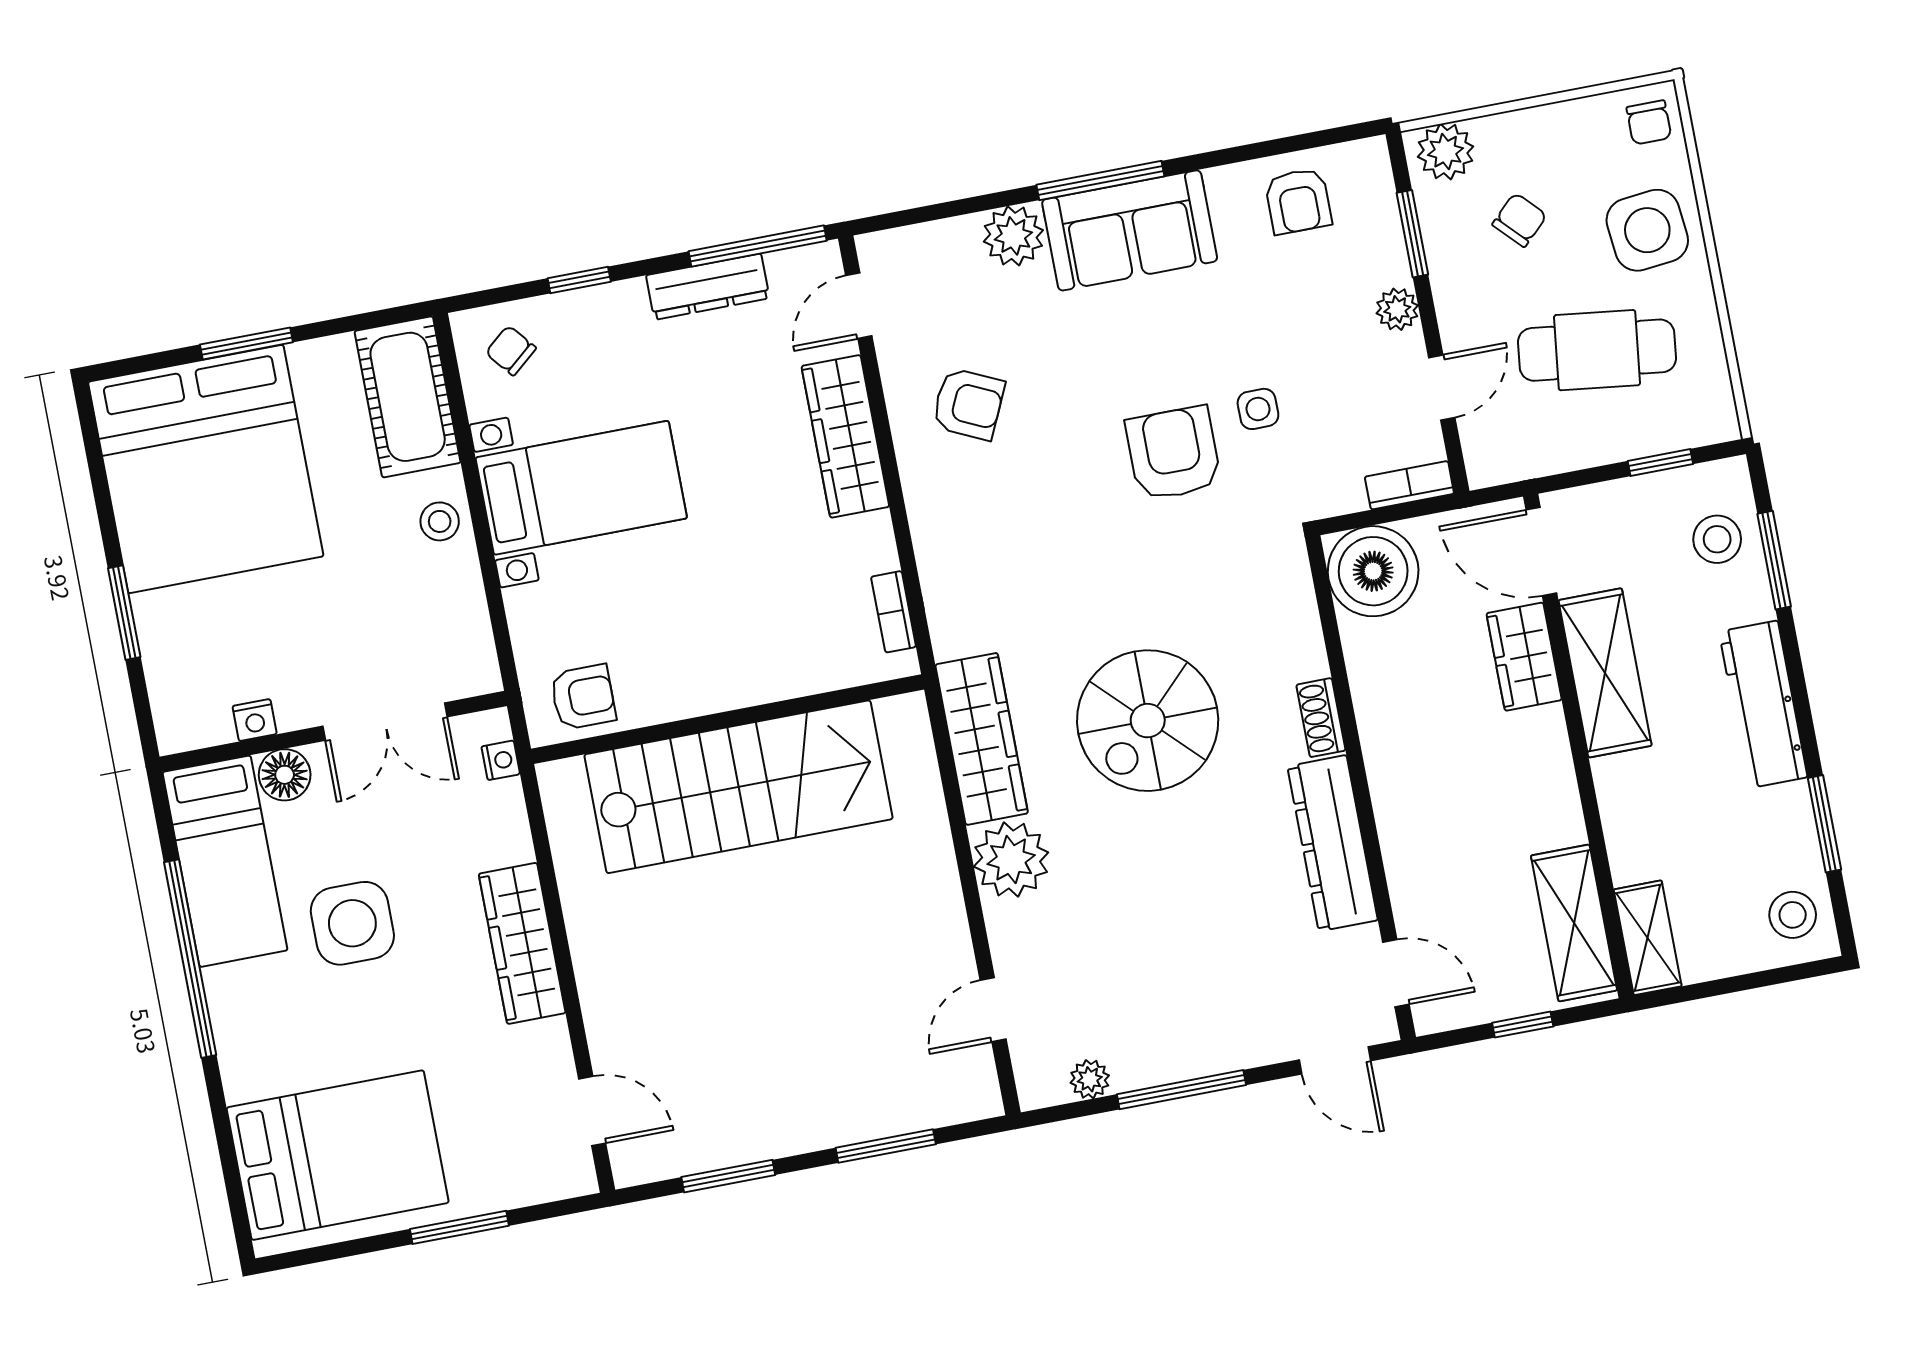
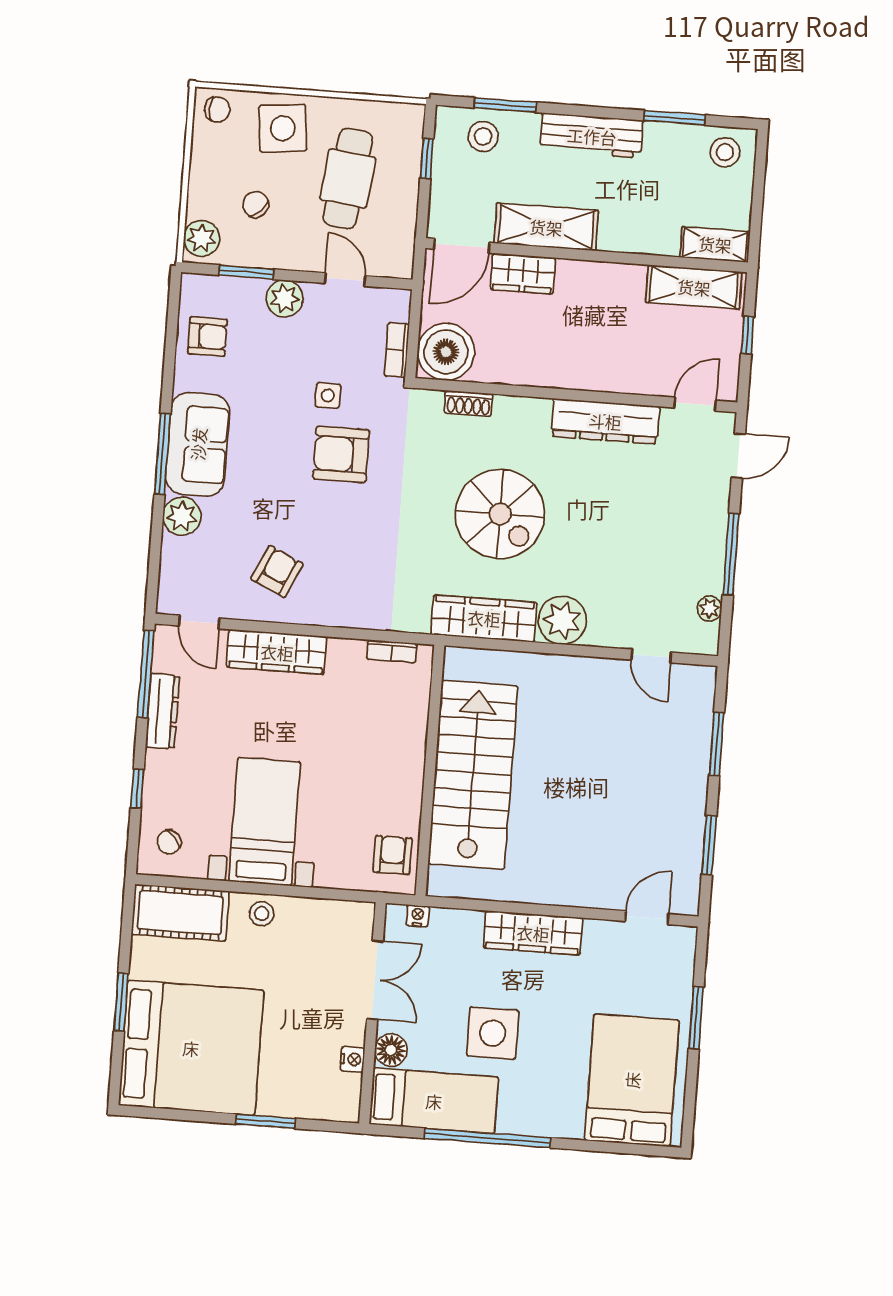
plant: (1397, 309) -> (285, 299), width x1.38, depth x1.38
bookcase: (1409, 485) -> (397, 350), moved
shoe rack: (1321, 718) -> (468, 403), moved

